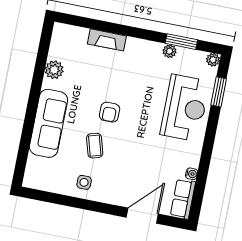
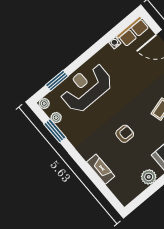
plant: (170, 51) -> (56, 118), moved
armchair: (110, 112) -> (125, 134), moved

